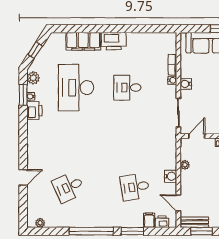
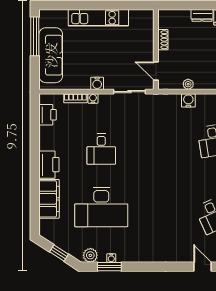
printer: (34, 110) -> (48, 115), moved, turned 90
water cooler: (171, 176) -> (188, 100), moved

